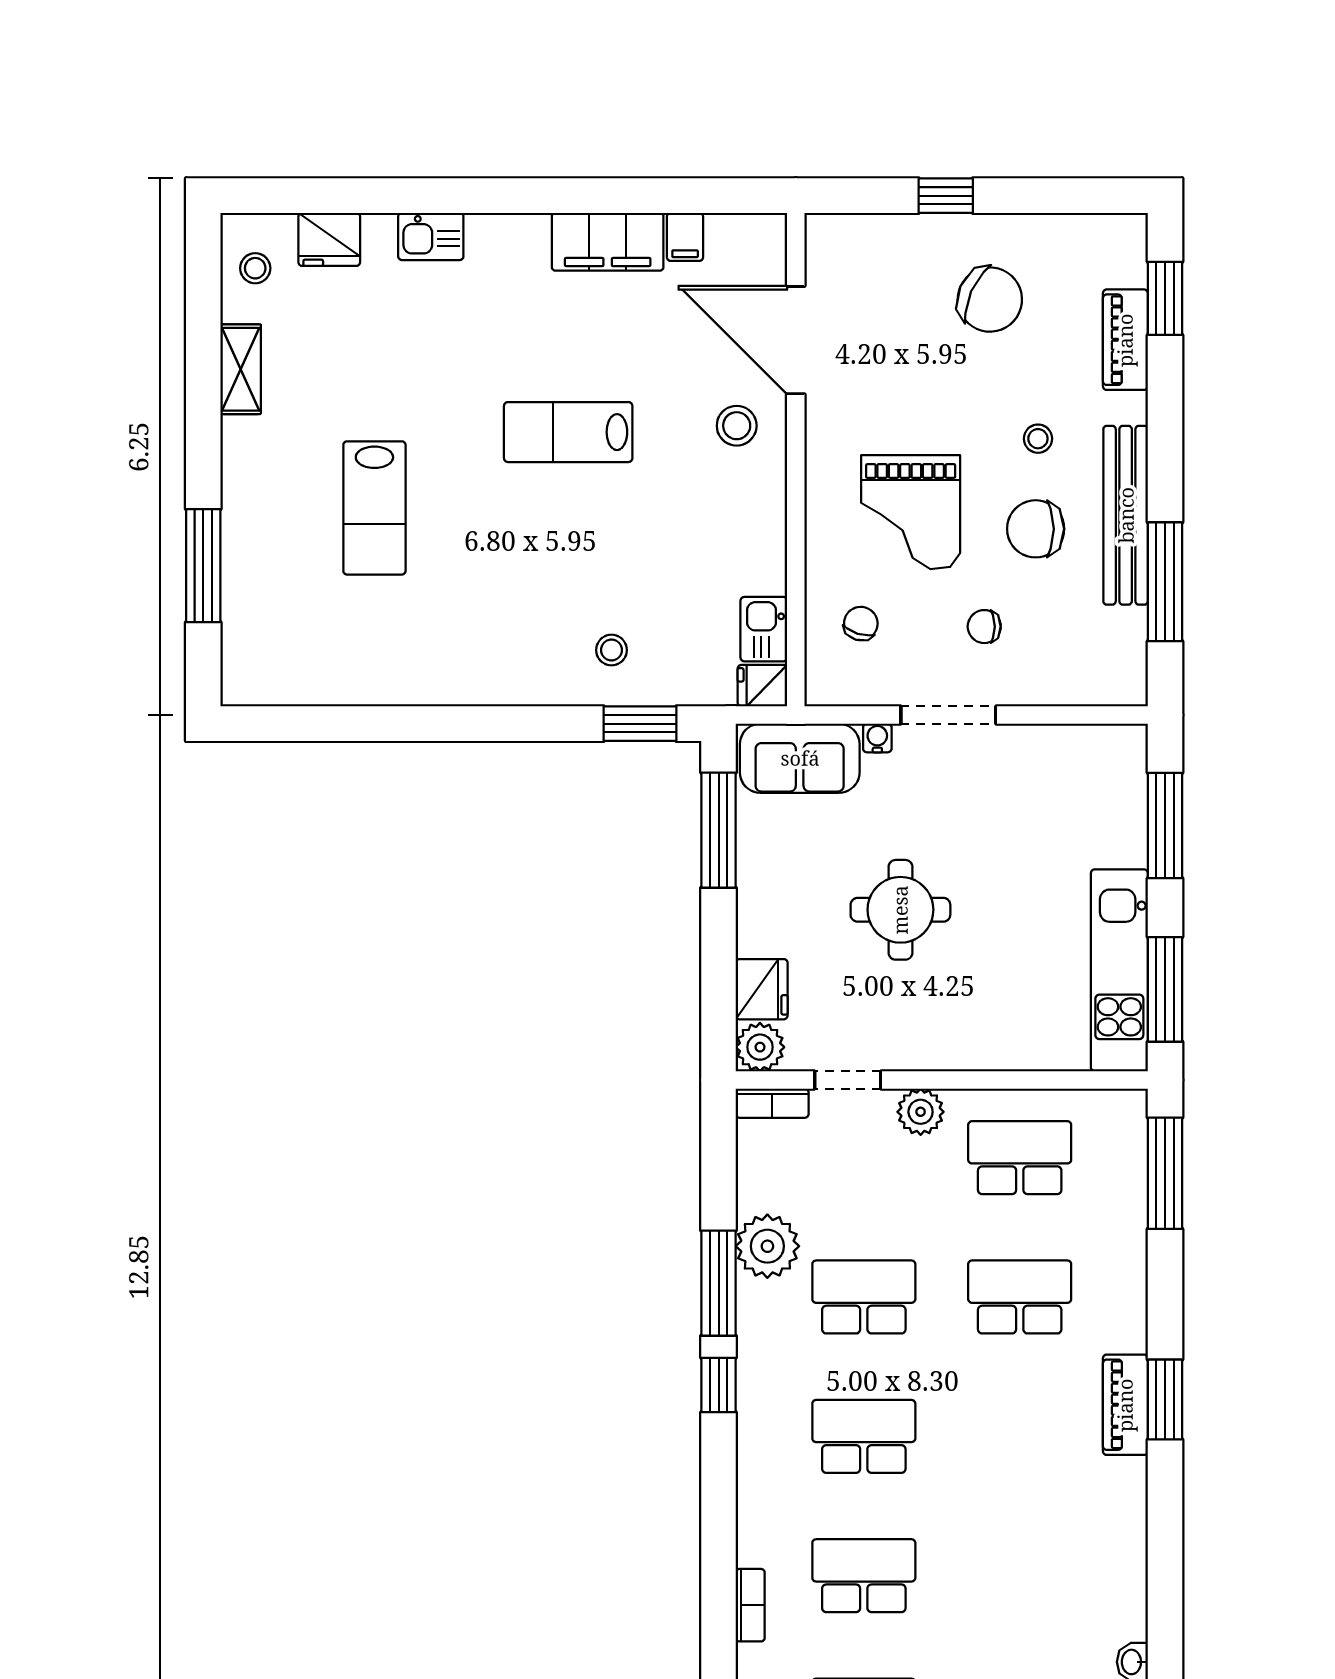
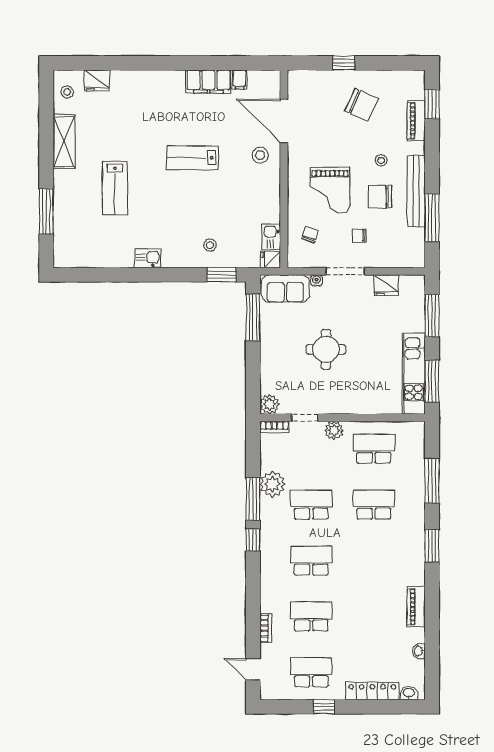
kitchen sink: (431, 236) -> (148, 258), moved, turned 180
shelving: (241, 369) -> (64, 142), width x1.50, depth x1.33
fridge: (762, 989) -> (386, 285), moved, turned 90
window: (1165, 1173) -> (432, 481), moved
piano: (1125, 1405) -> (416, 607), moved

